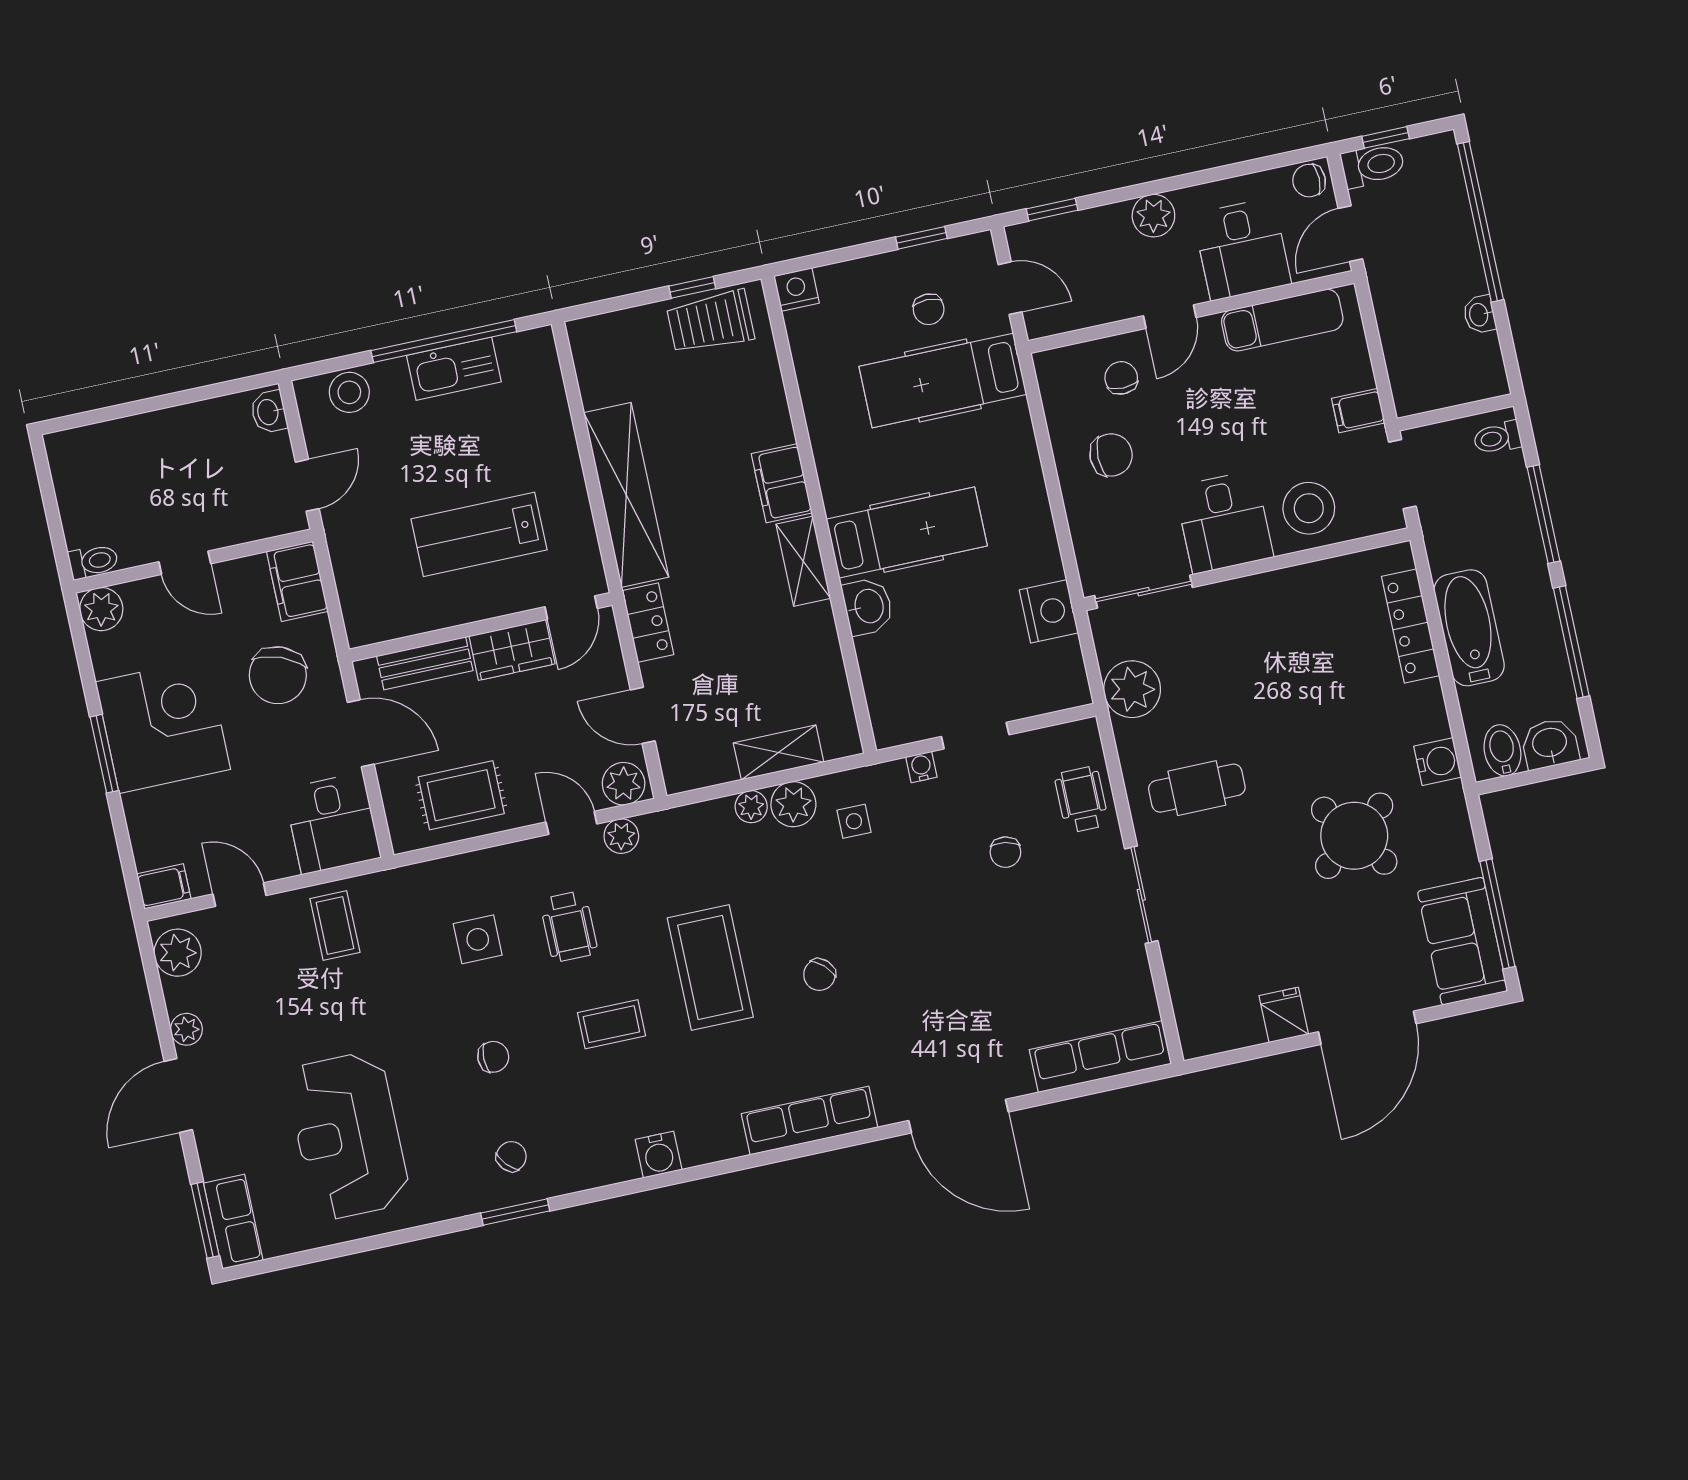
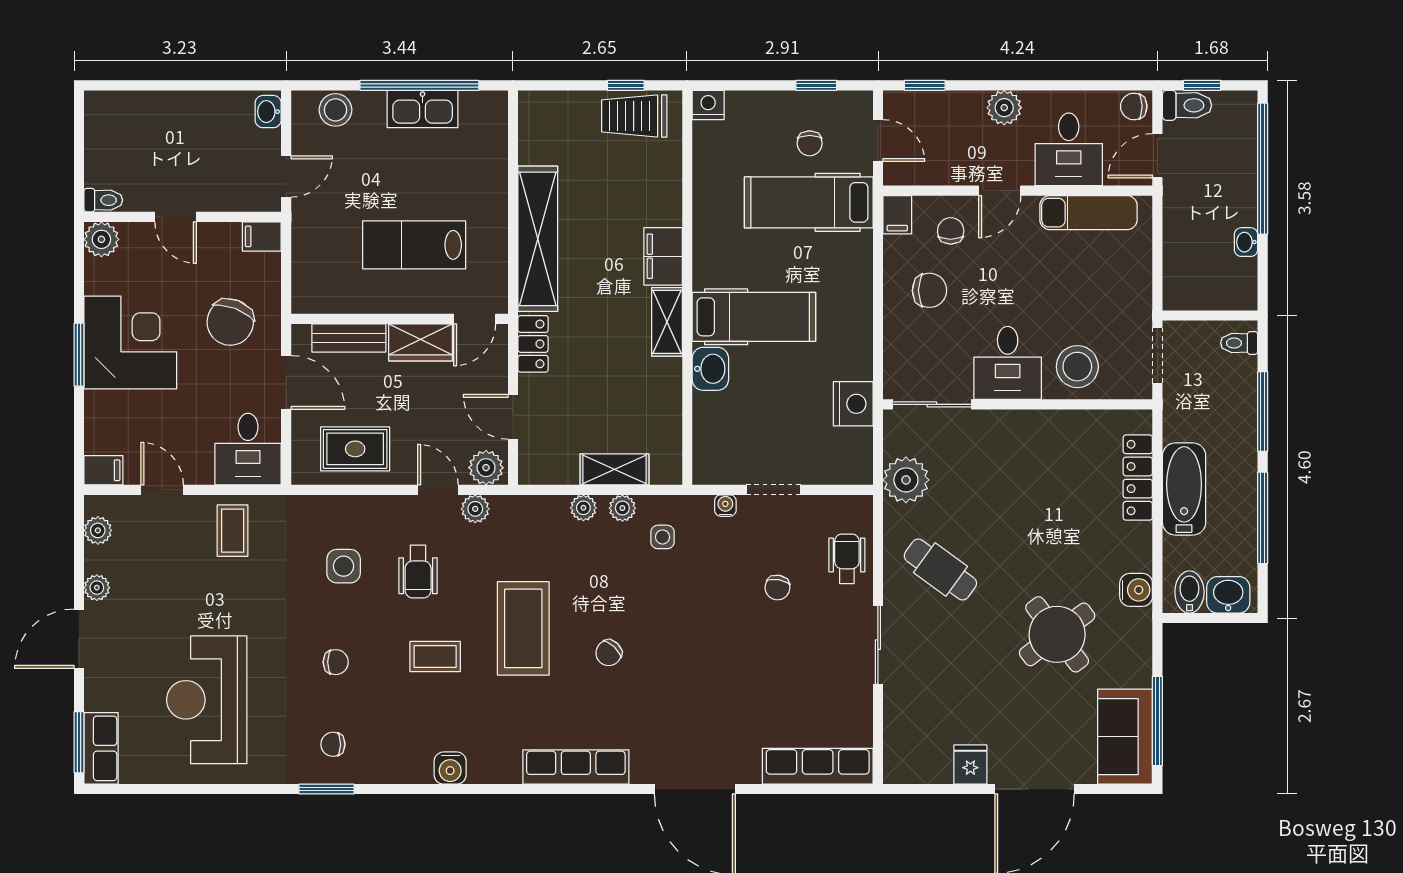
filing cabinet: (1358, 411) -> (897, 215), moved, turned -90
filing cabinet: (297, 581) -> (262, 236), width x0.50
cafe table: (1197, 788) -> (940, 570), turned 36
plant: (793, 804) -> (622, 508), width x0.73, depth x0.73
plant: (178, 953) -> (98, 530), width x0.73, depth x0.73
chair: (511, 1156) -> (333, 744), turned -138

